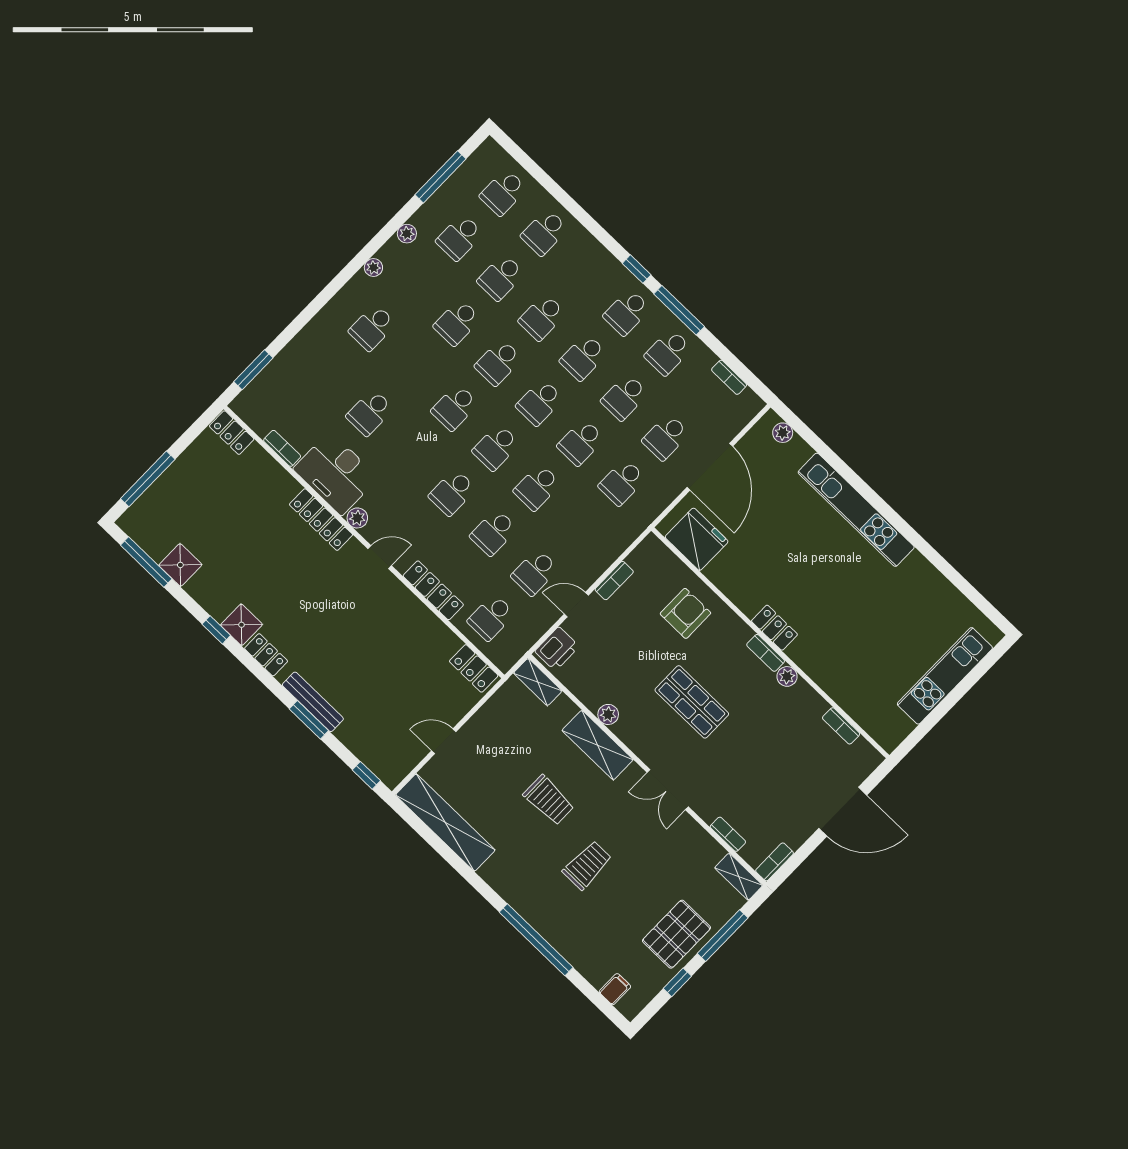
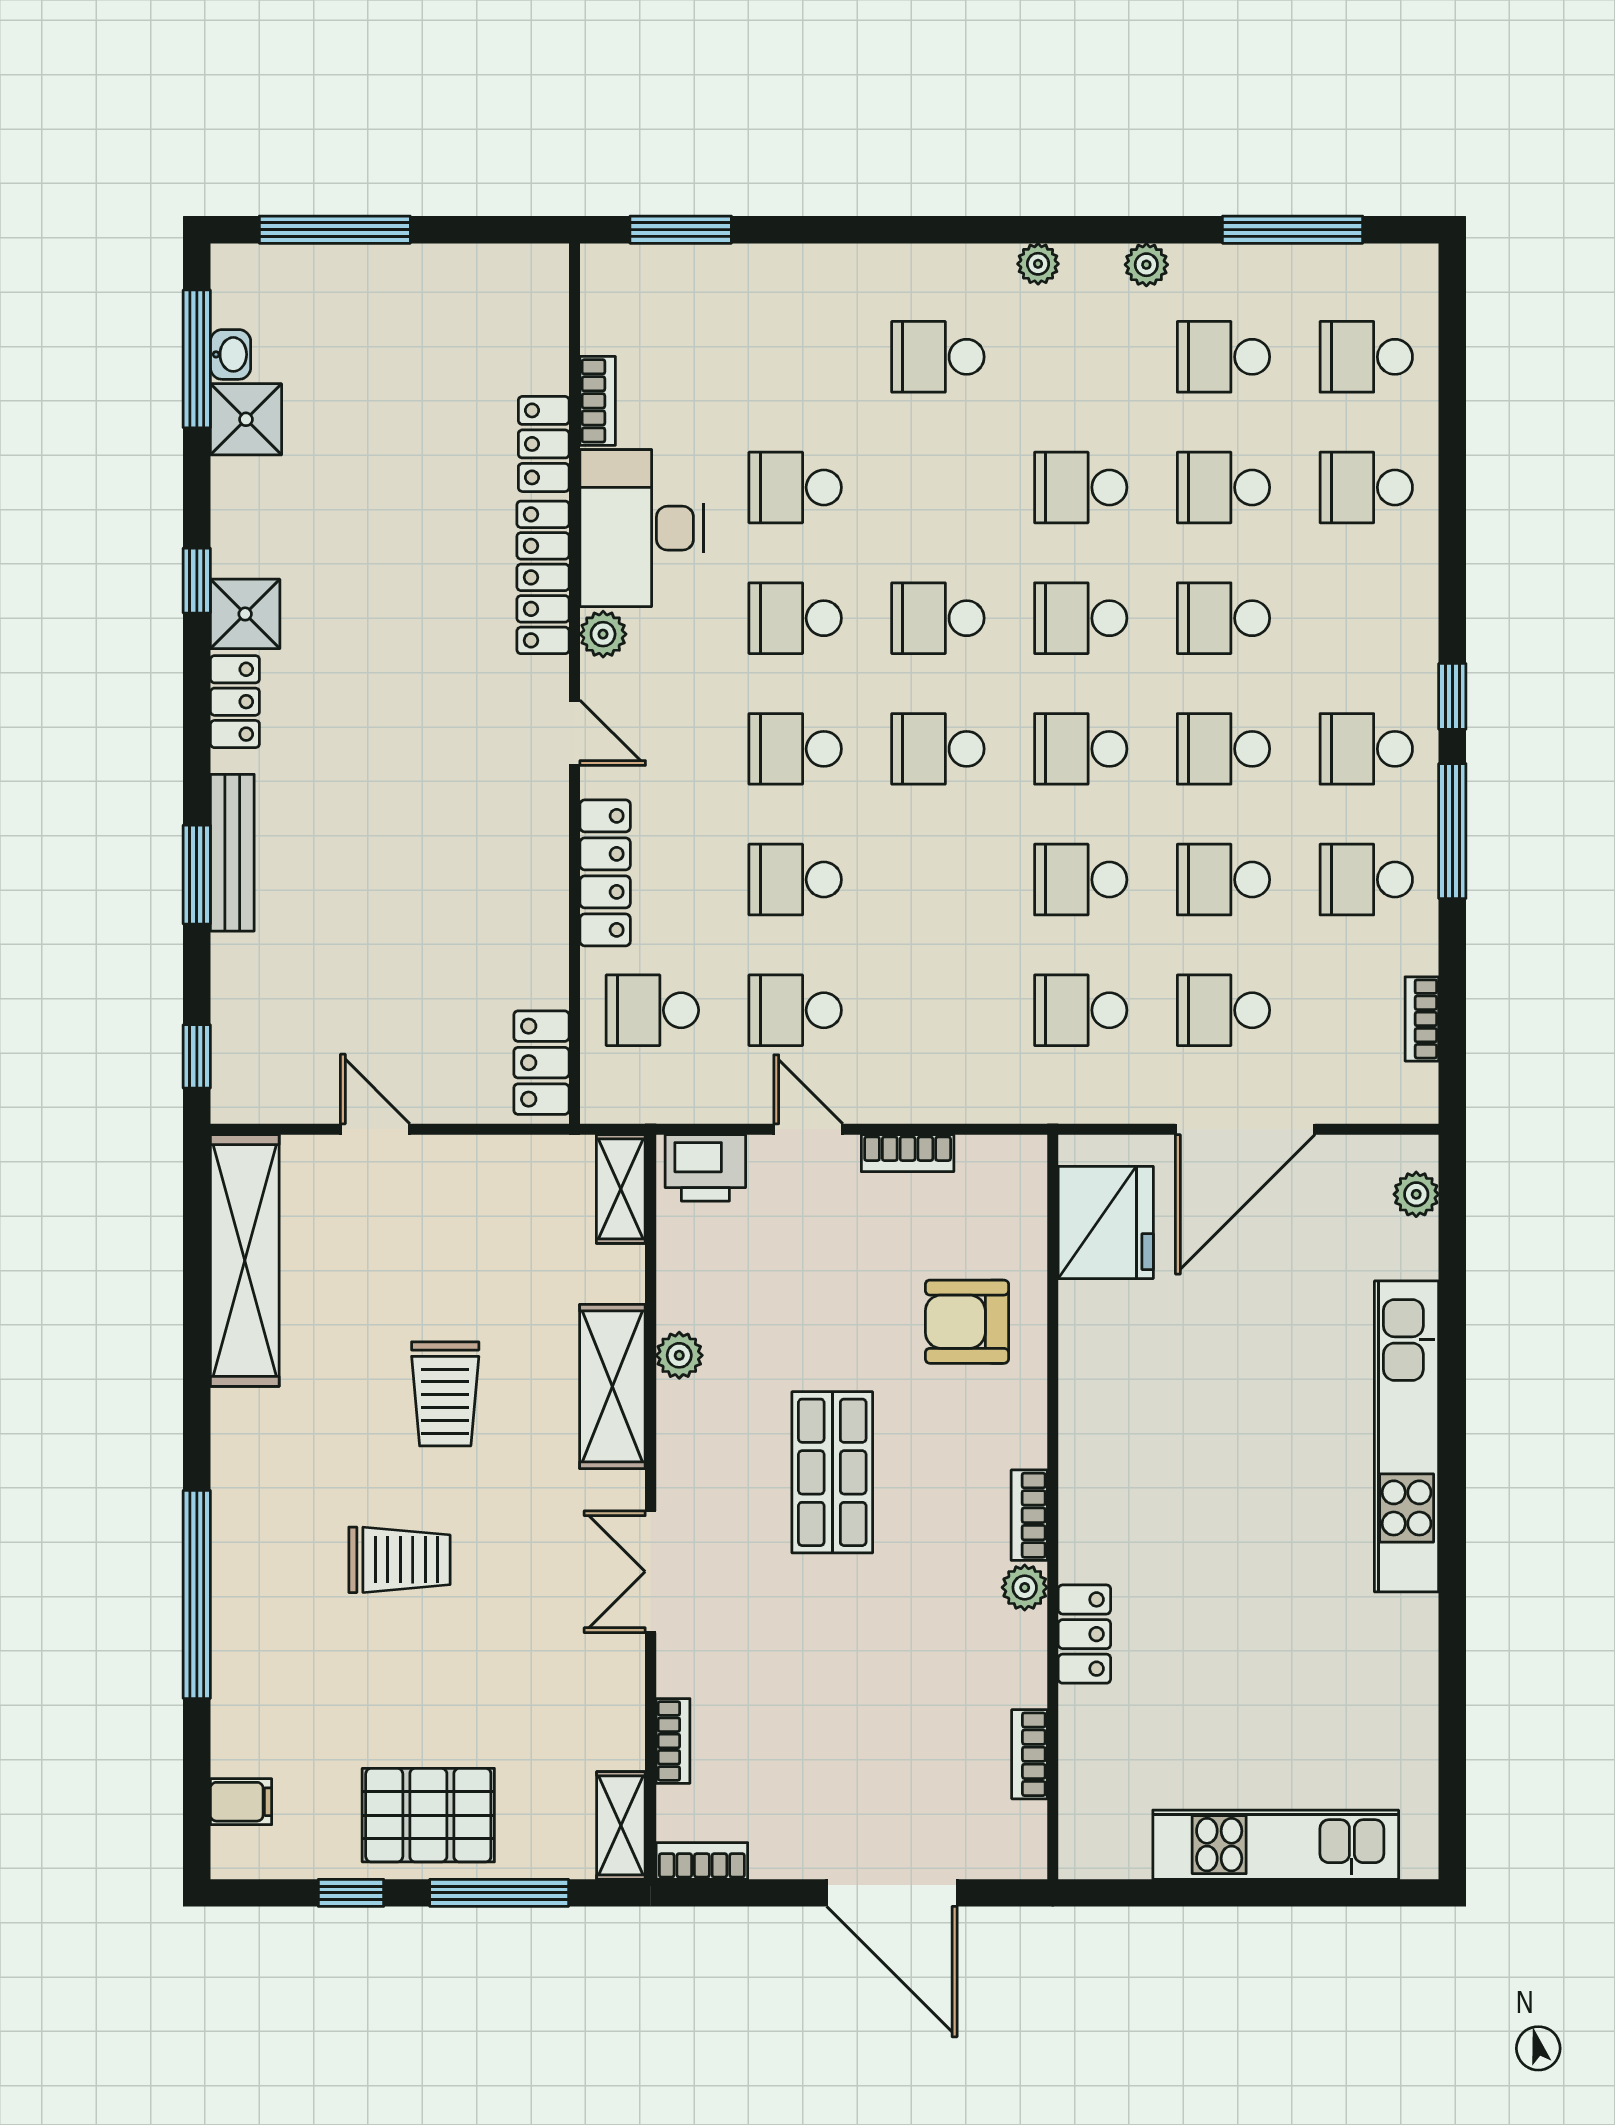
locker: (232, 433) -> (544, 444), moved
school desk: (537, 487) -> (795, 618), moved
washbasin: (155, 550) -> (231, 354), added
armchair: (685, 613) -> (967, 1322), turned 180
locker: (774, 628) -> (1084, 1634), moved

